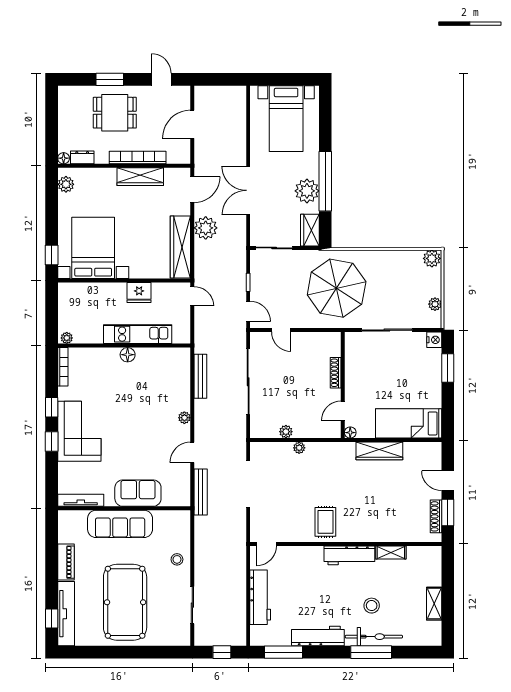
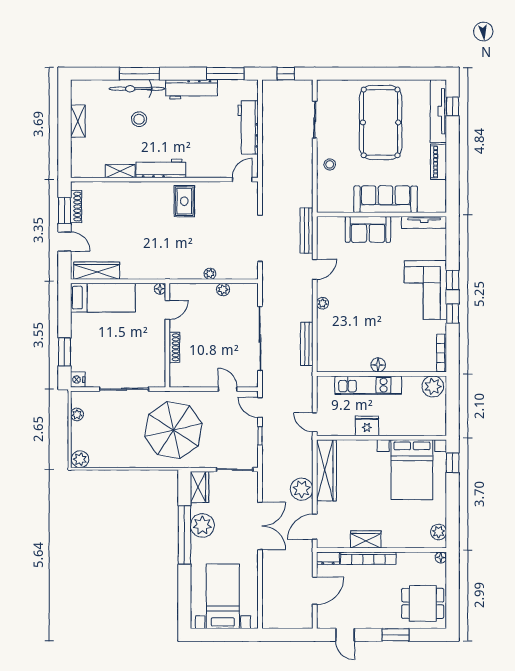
dining table: (115, 113) -> (423, 603), moved
dresser: (82, 157) -> (328, 558), moved
wardrobe: (140, 177) -> (366, 539), width x0.67
plant: (67, 338) -> (433, 386), width x1.88, depth x1.88
wardrobe: (379, 451) -> (97, 271), moved

